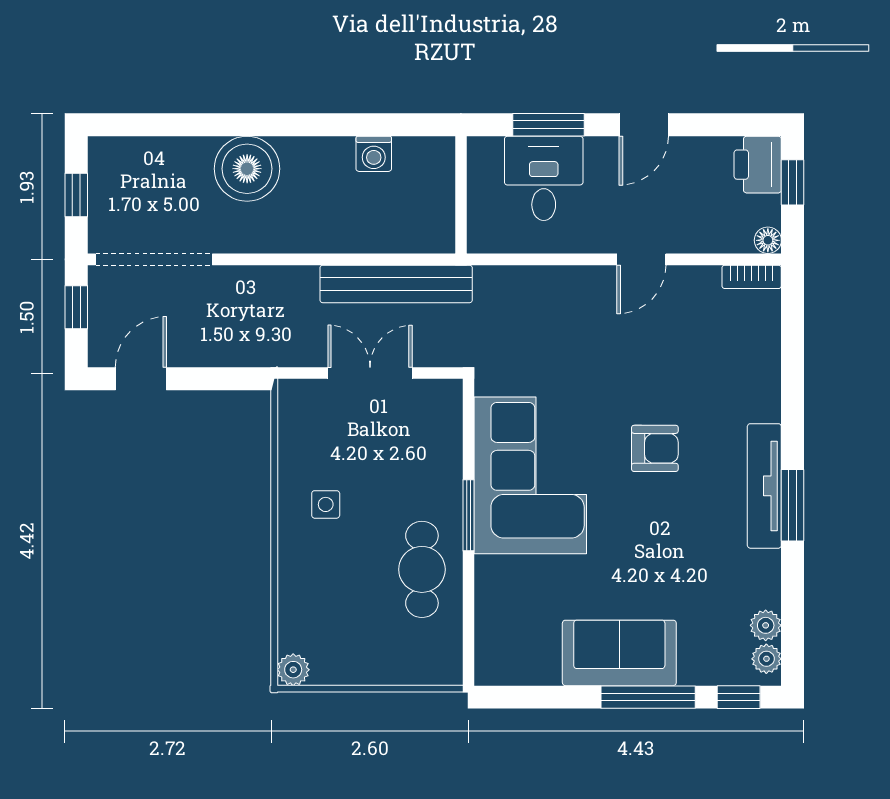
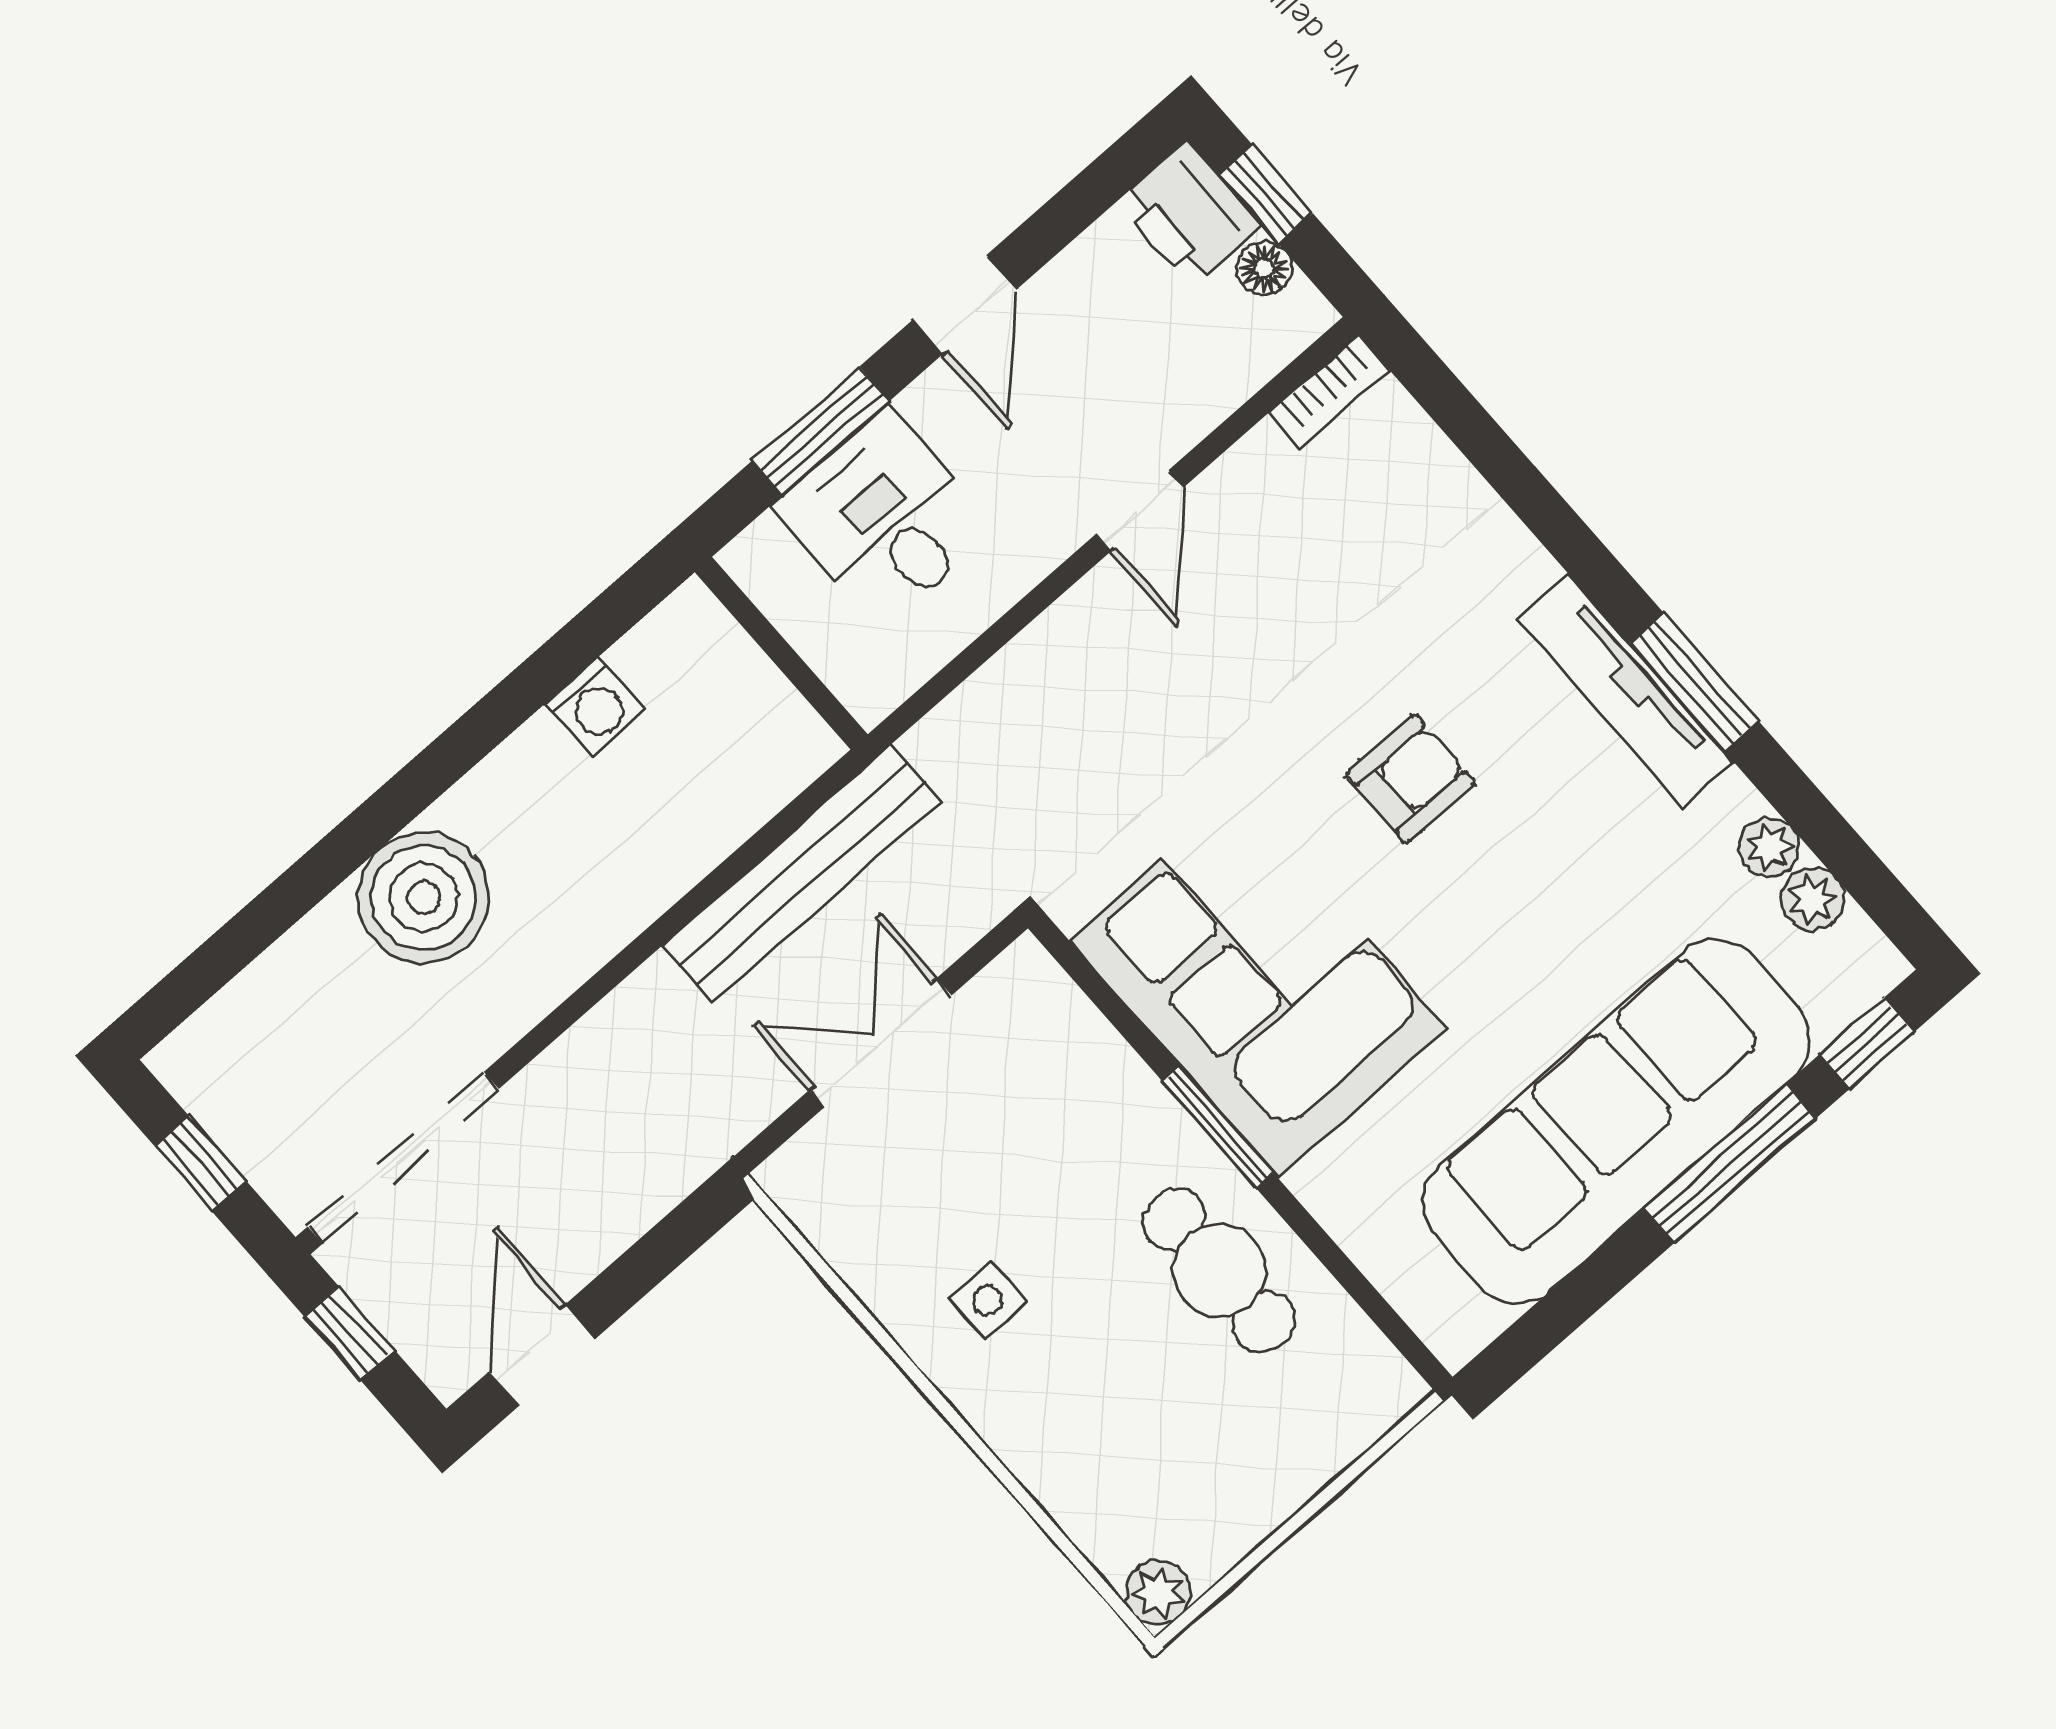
floor lamp: (768, 240) -> (1264, 268), moved
sofa: (619, 653) -> (1616, 1121), width x1.85, depth x1.27
plant: (766, 659) -> (1769, 847), moved

